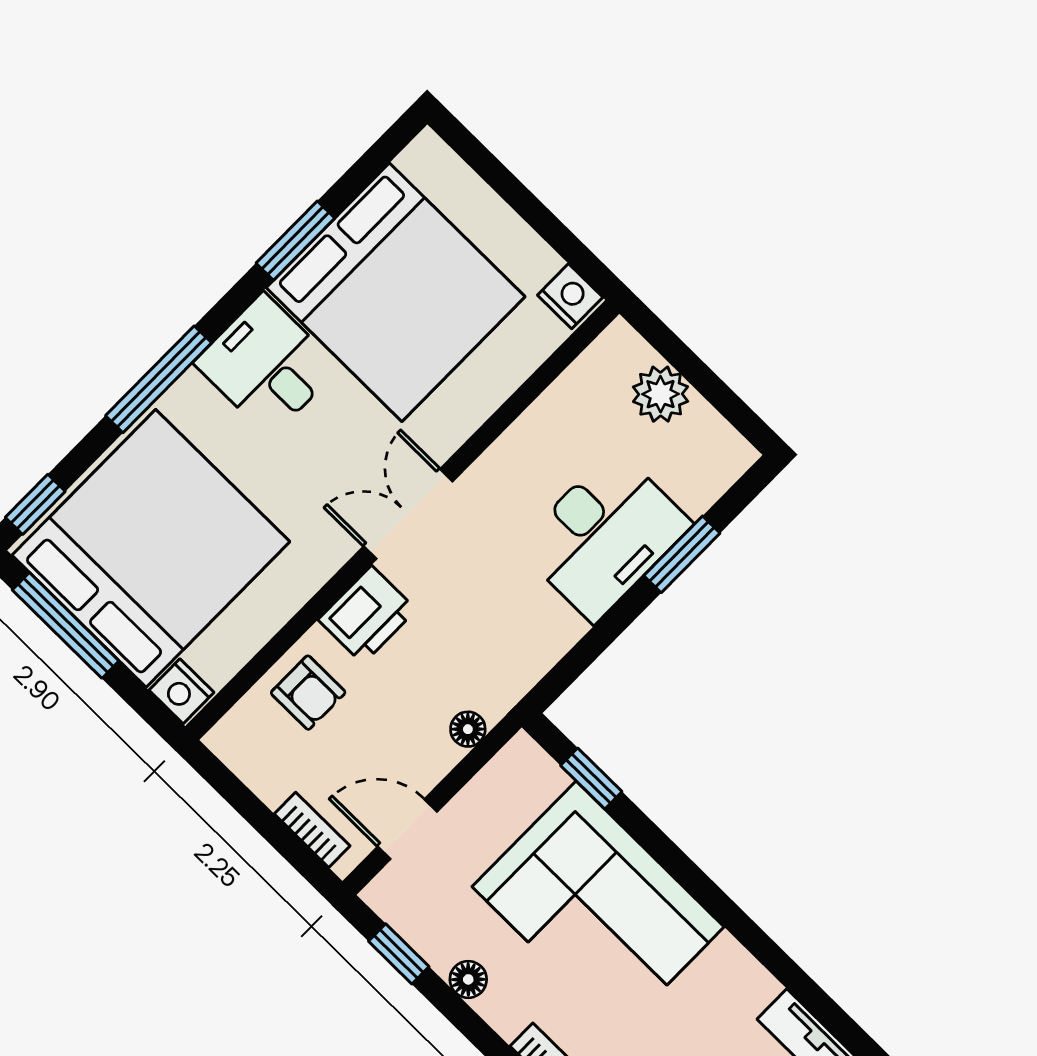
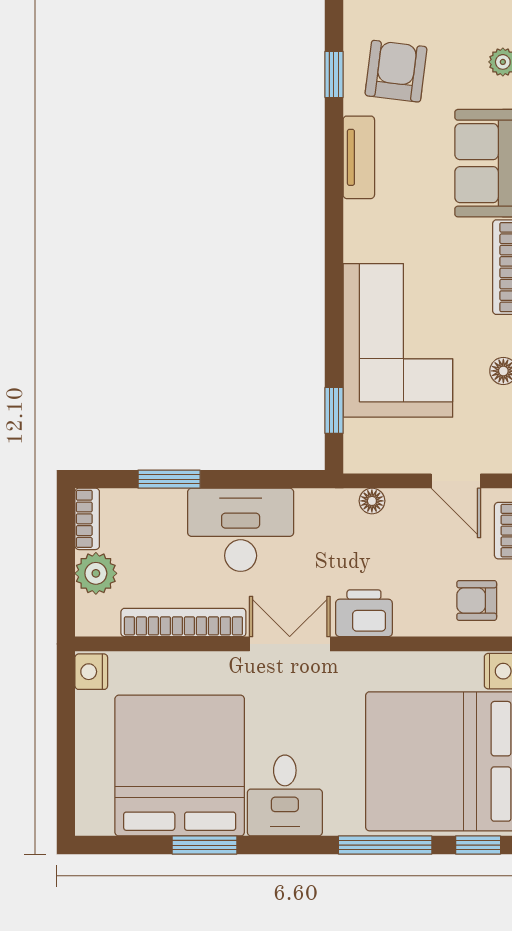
window: (159, 379) -> (385, 845), moved
bookcase: (530, 432) -> (183, 622), added
bookcase: (721, 438) -> (87, 519), added
double door: (408, 514) -> (290, 644), swing flipped
desk: (604, 535) -> (241, 530), moved
armchair: (308, 693) -> (477, 600), moved, turned -90

